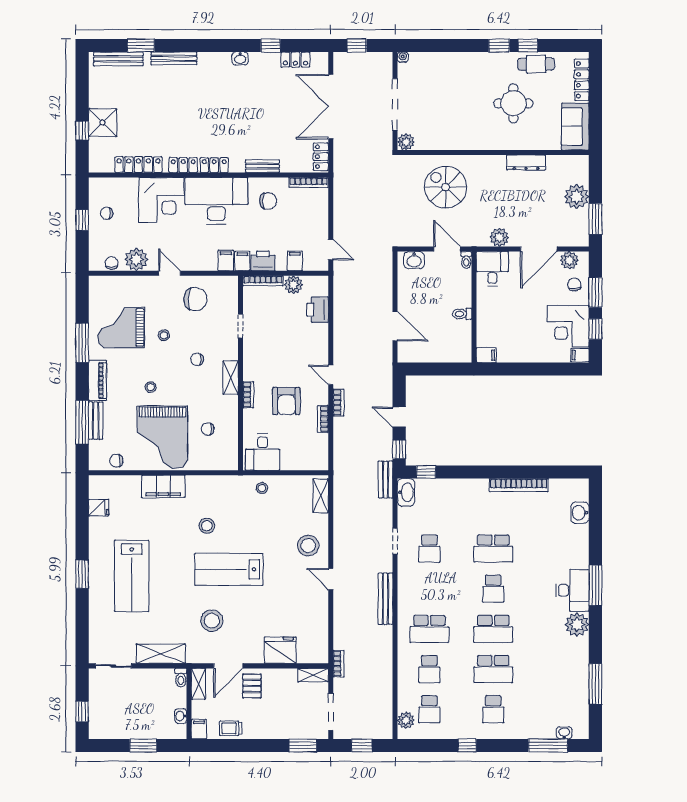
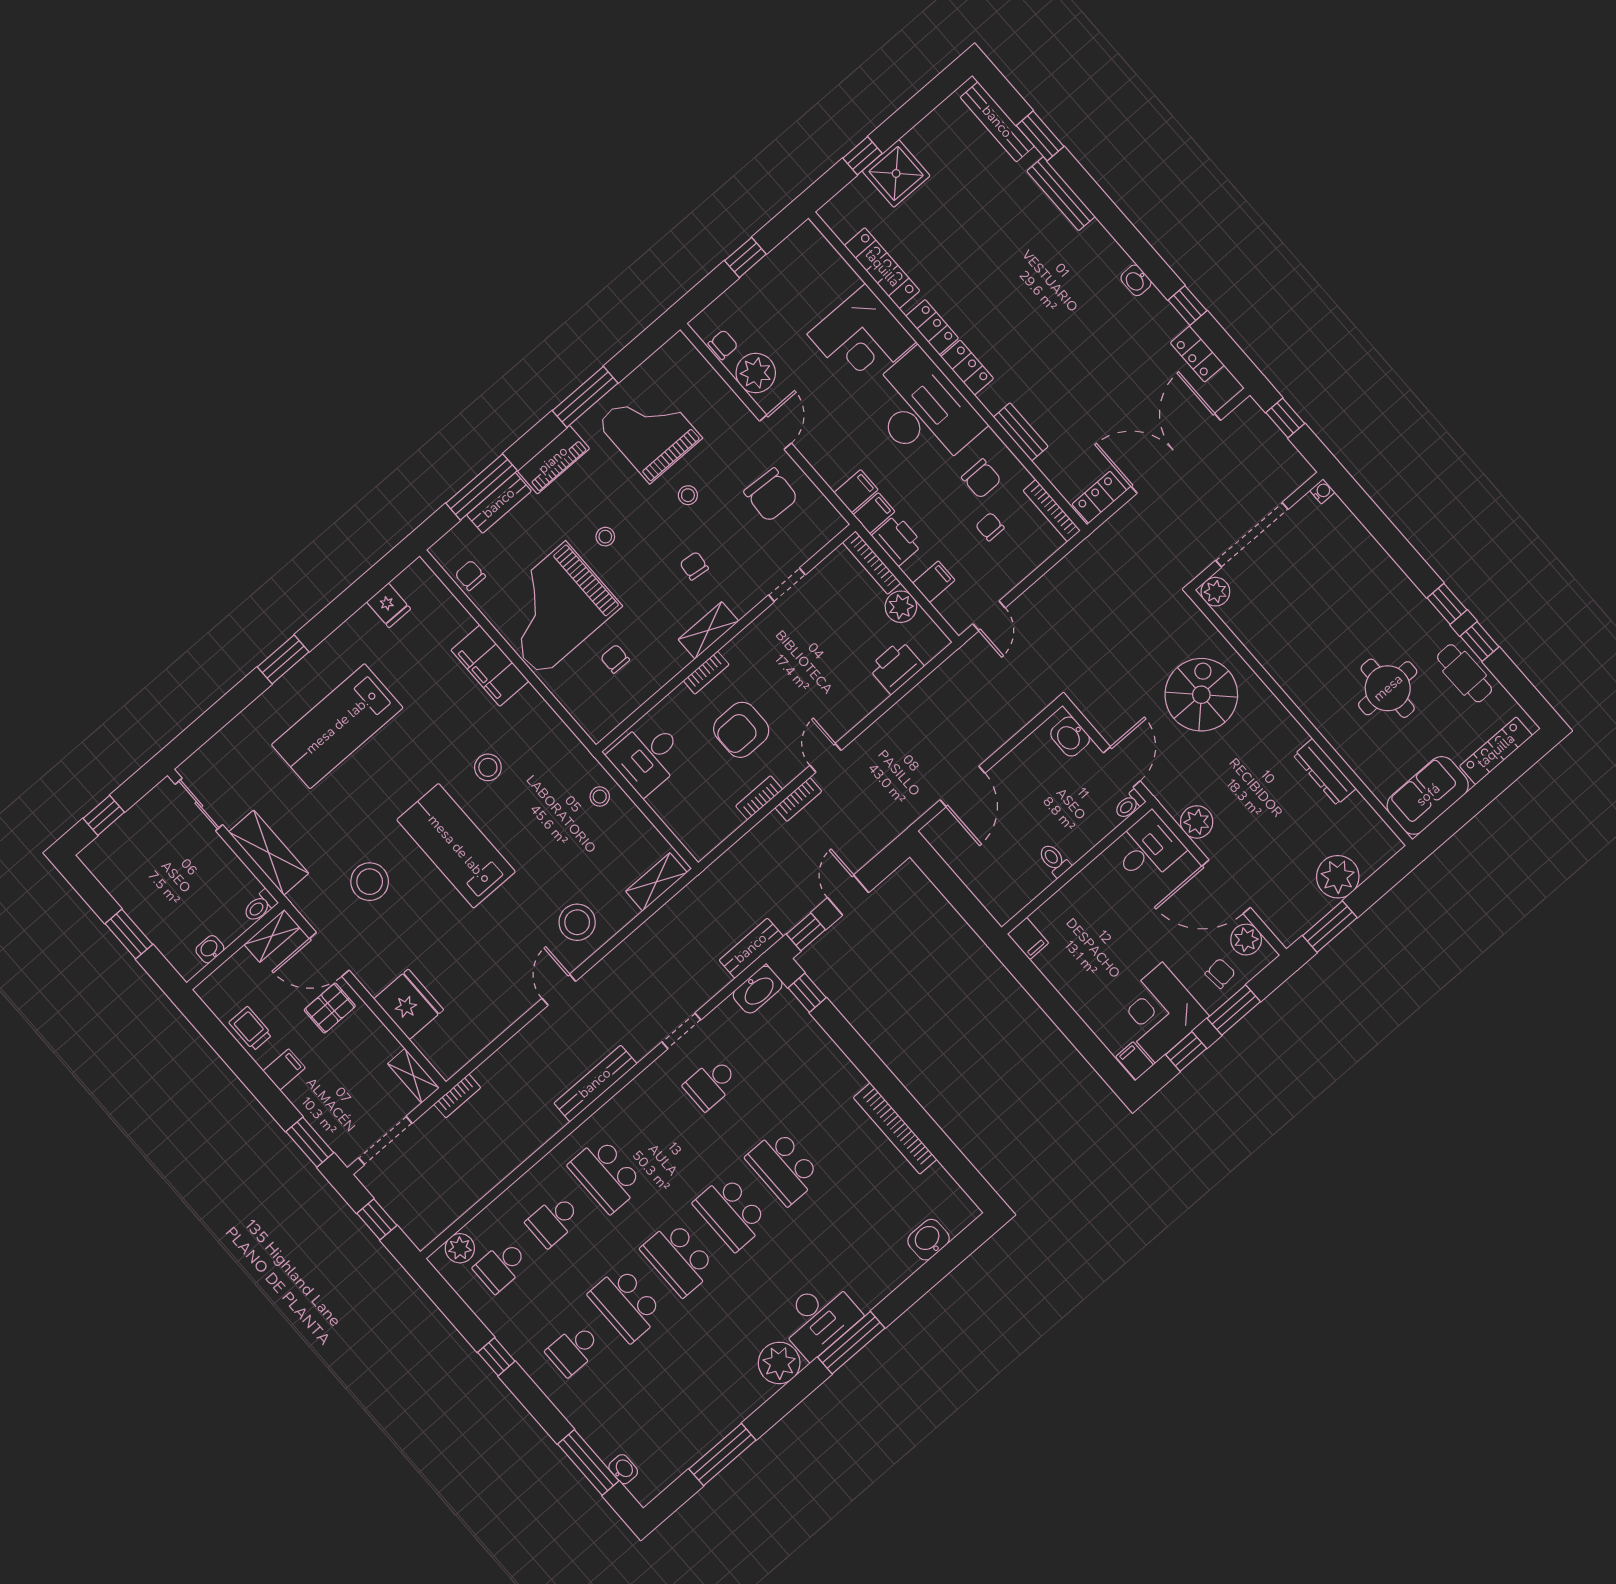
chair: (107, 213) -> (990, 527), moved
school desk: (493, 589) -> (731, 1213), width x1.85
filing cabinet: (199, 729) -> (284, 1069), moved

